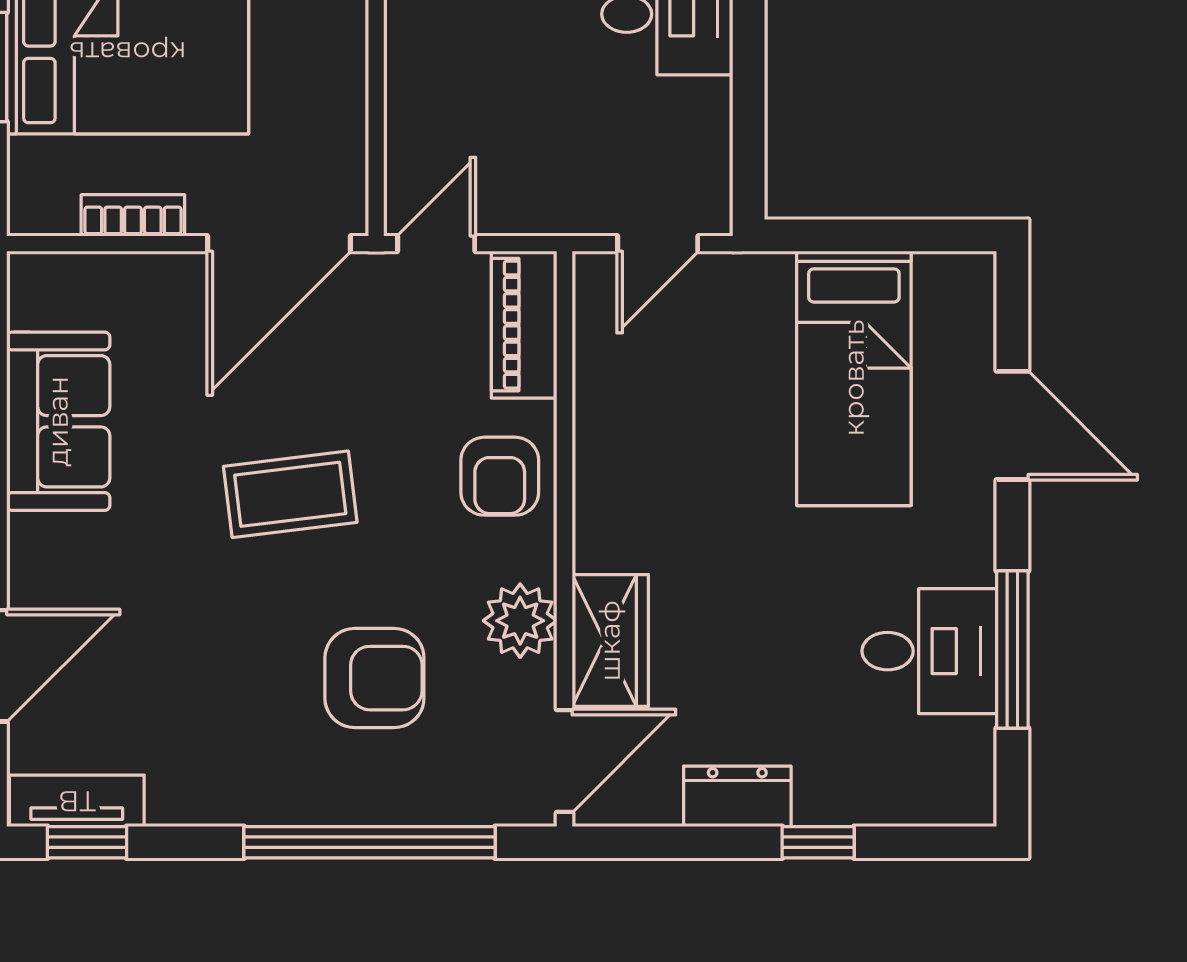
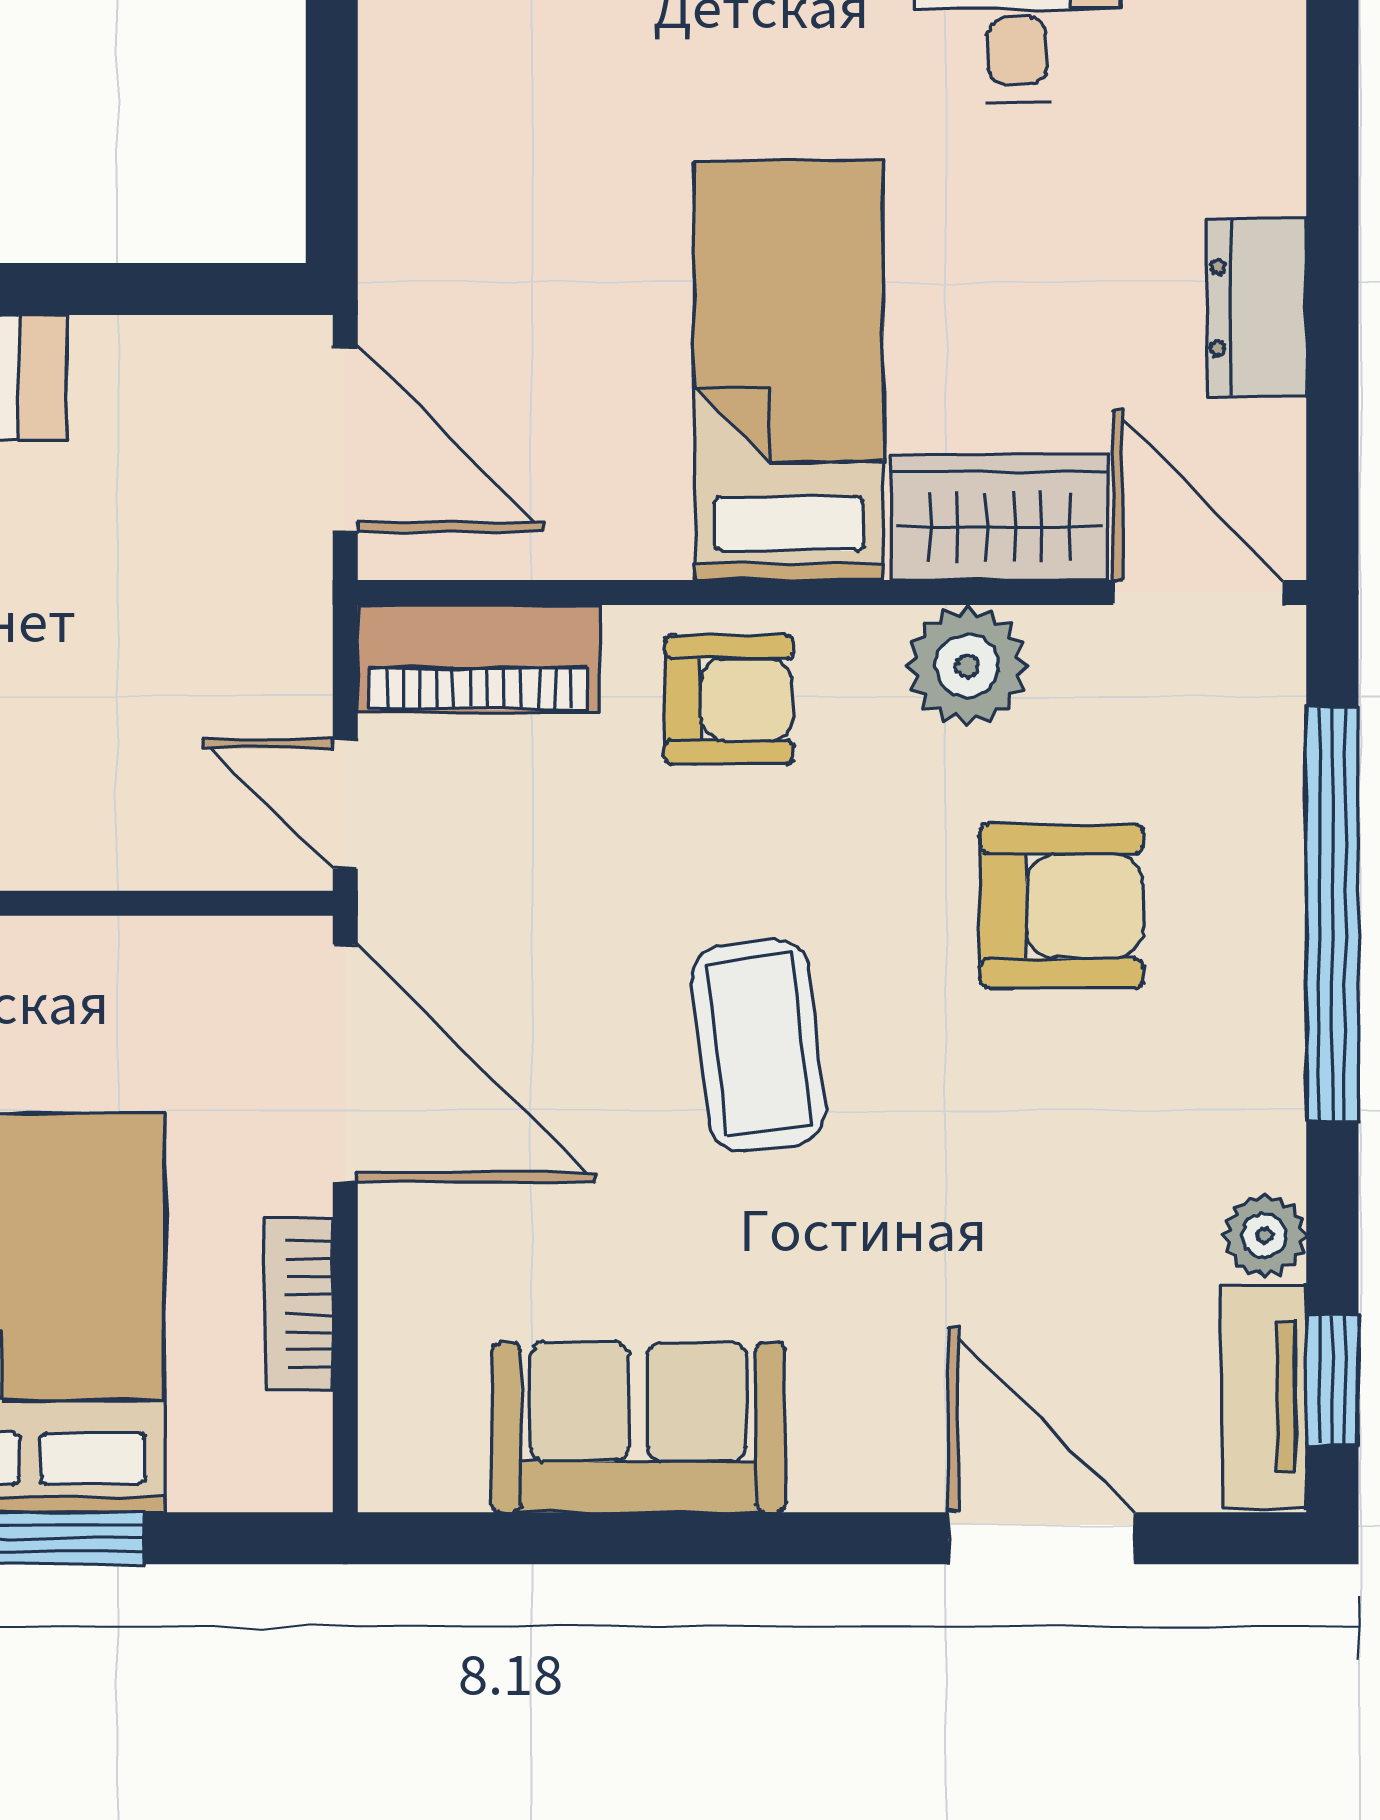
door: (658, 244) -> (345, 439), width x1.38
bed: (854, 378) -> (789, 370), moved, turned -90
armchair: (374, 678) -> (1062, 906), turned 90
plant: (175, 801) -> (1264, 1235), added
window: (818, 842) -> (1332, 174), removed

